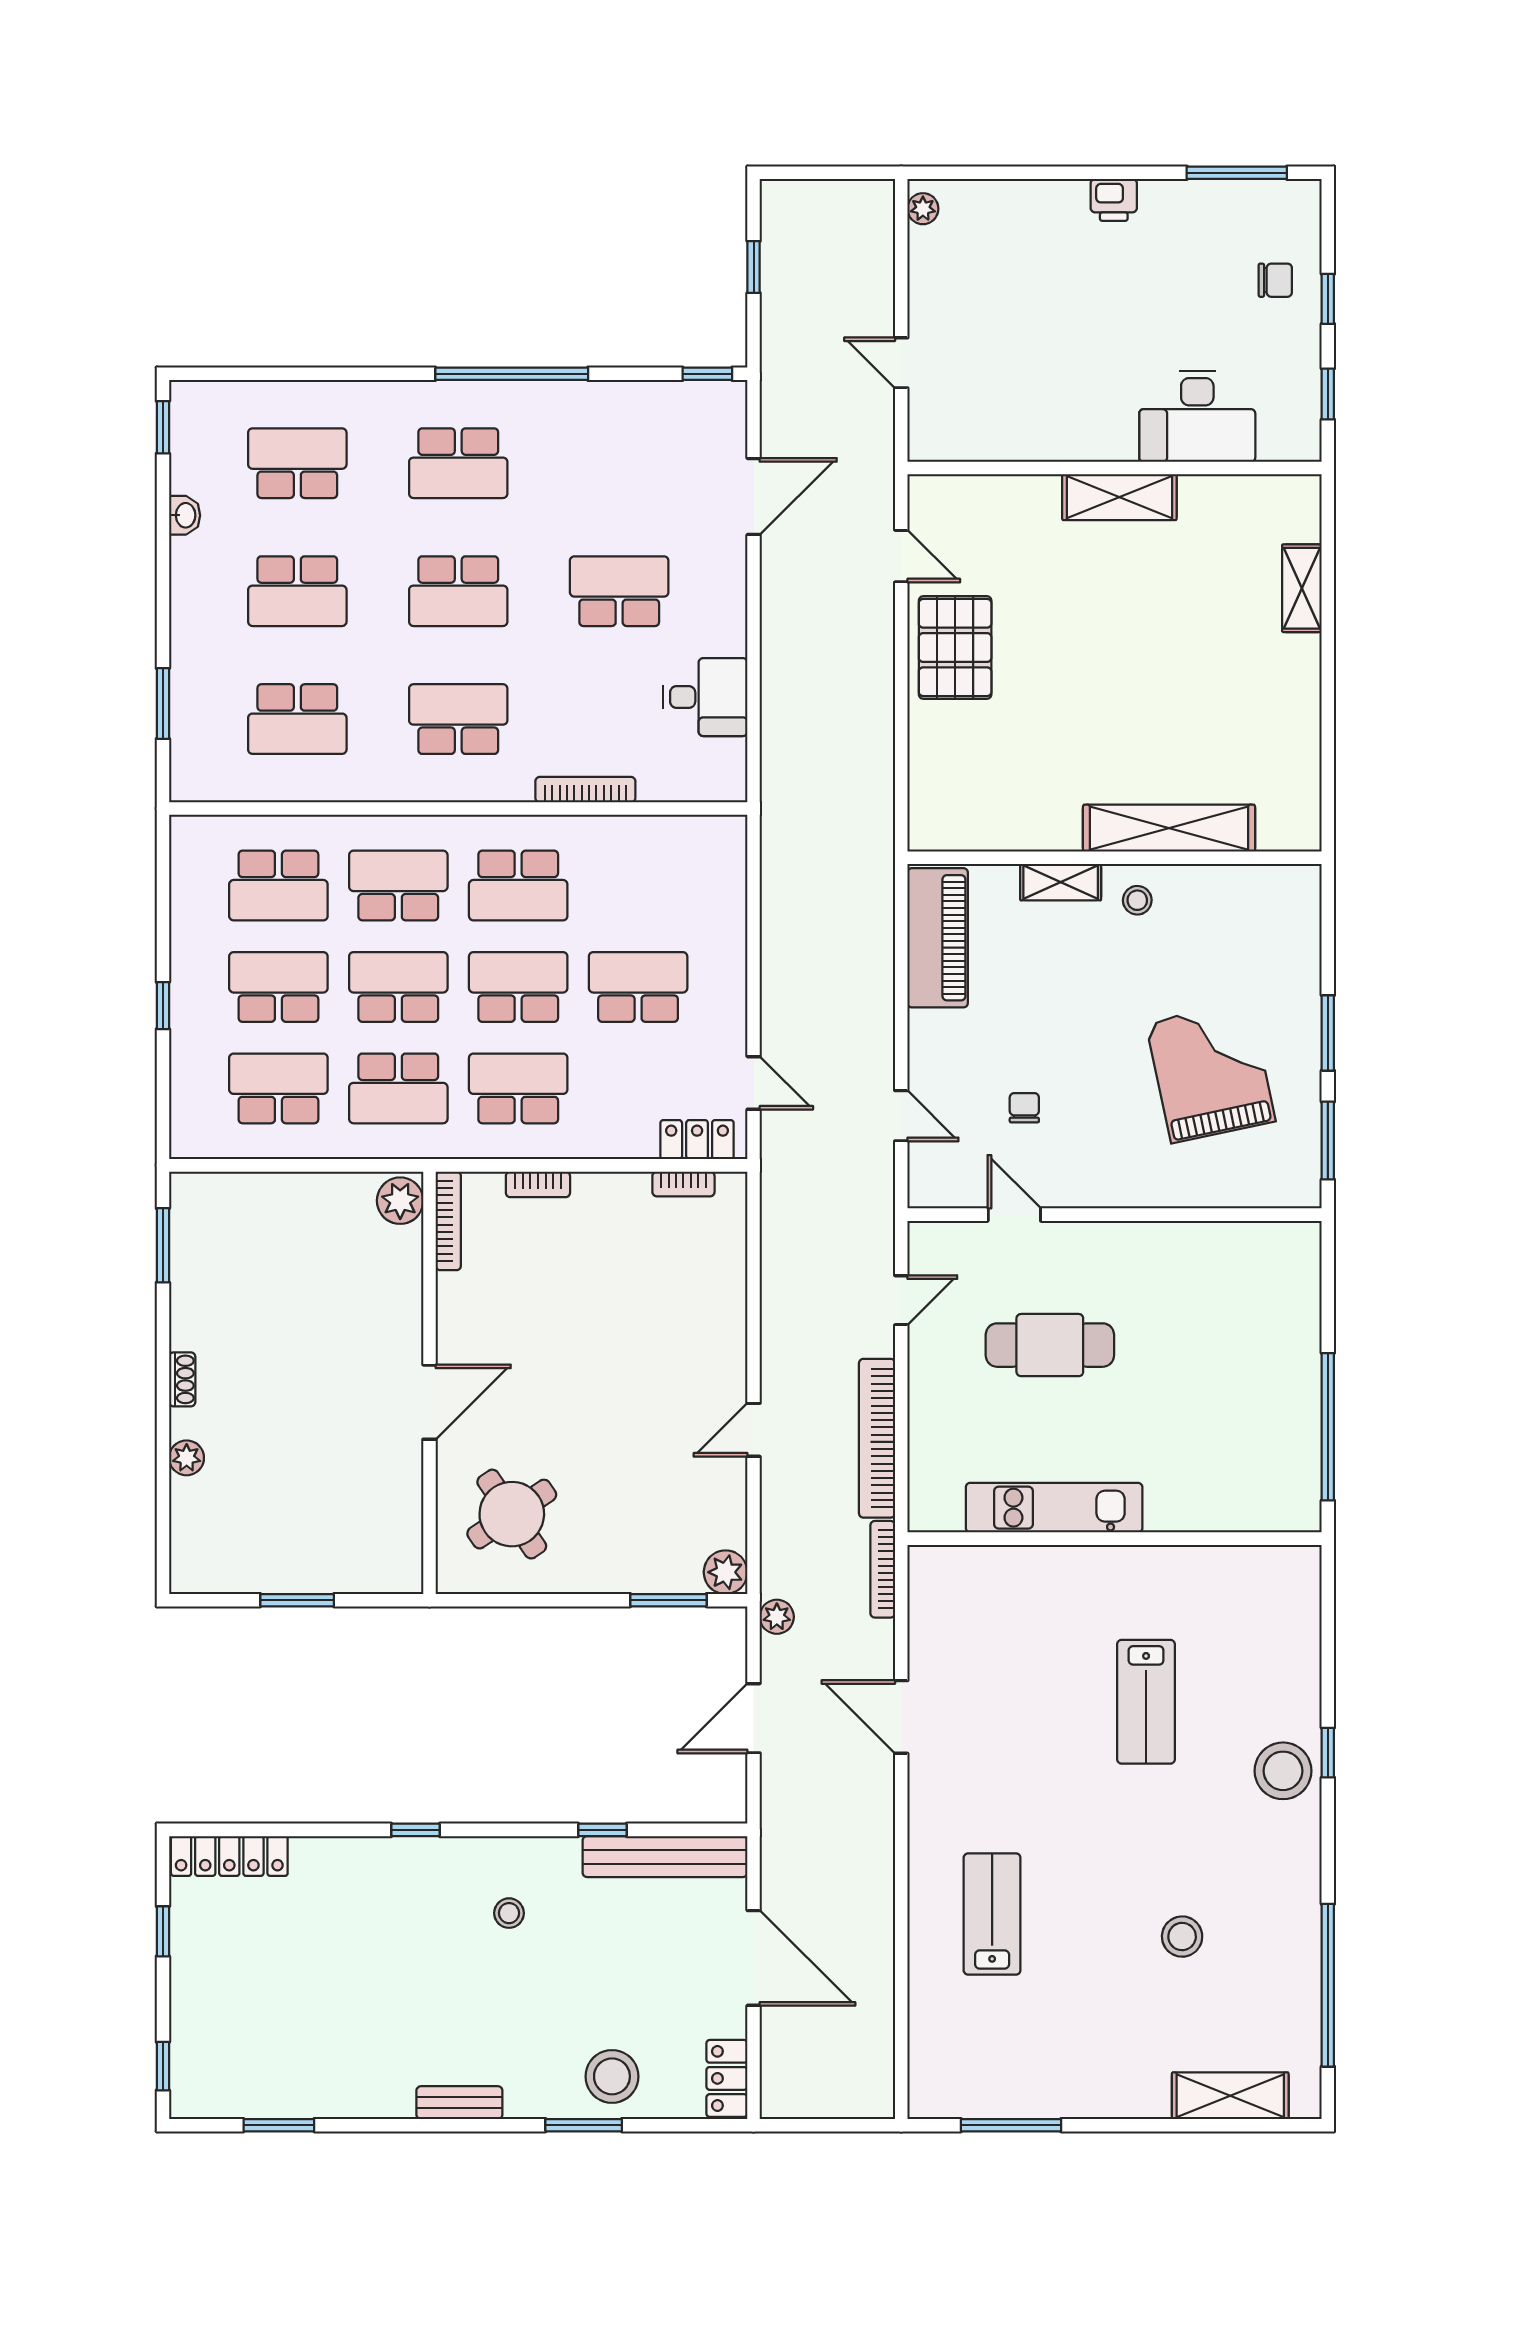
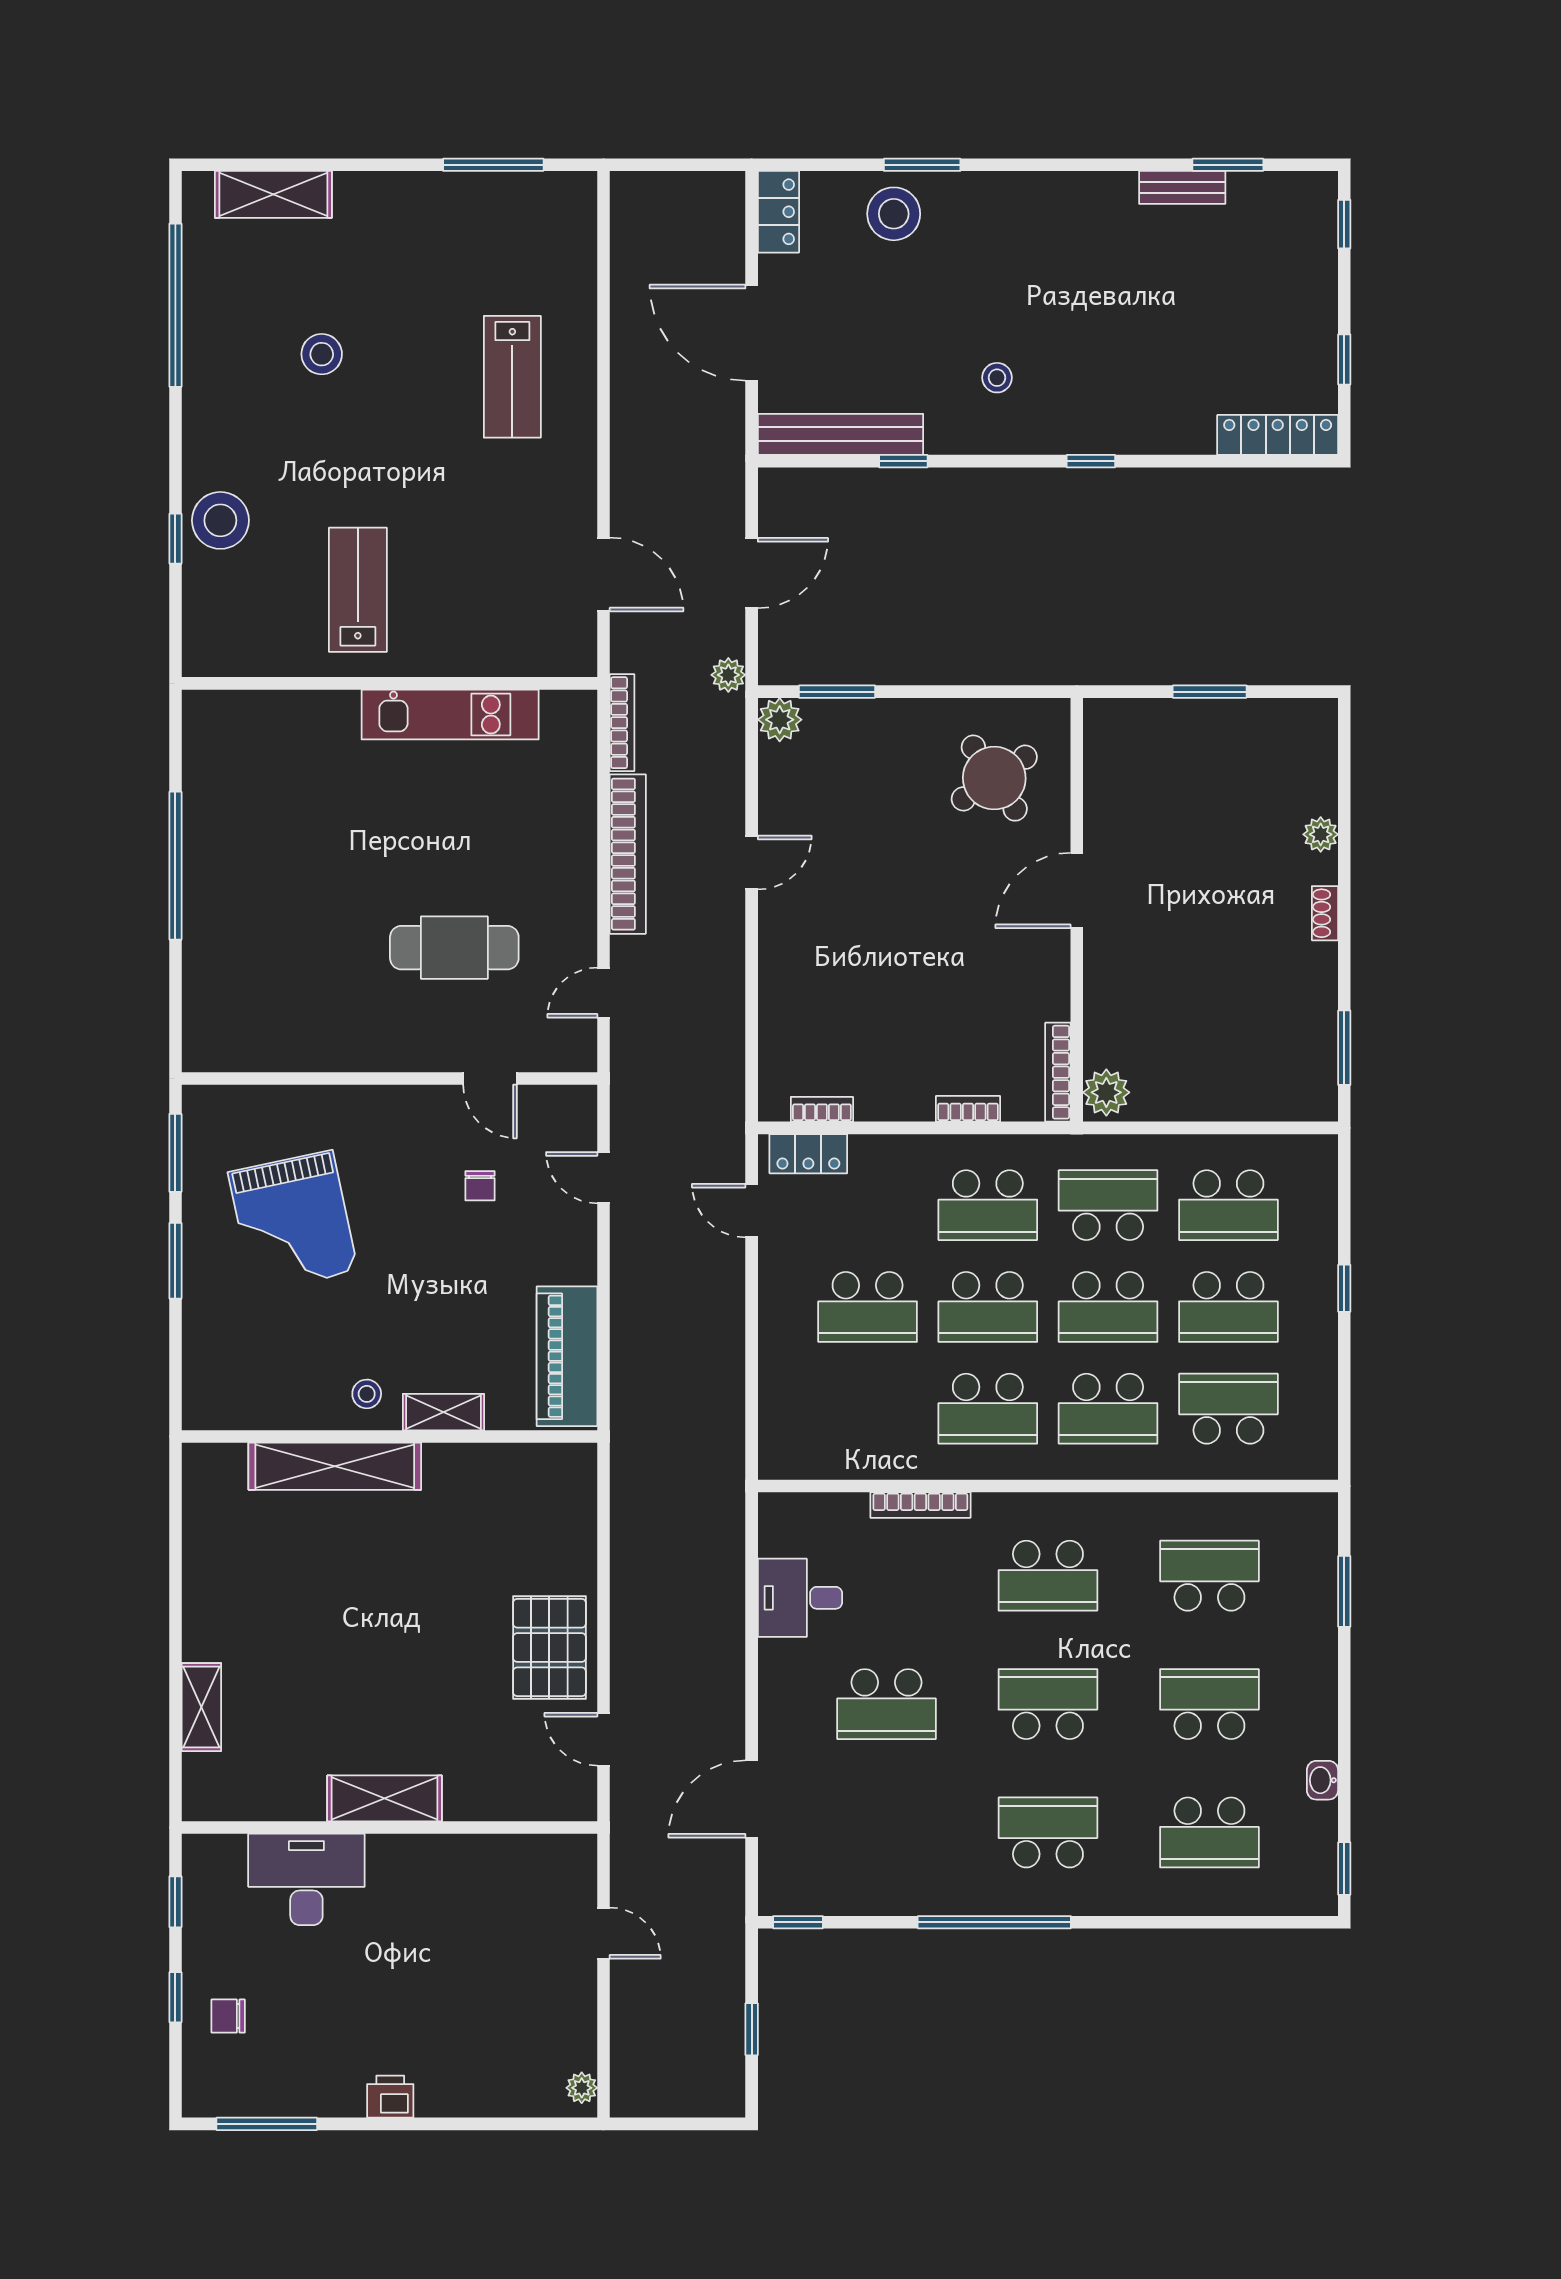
school desk: (518, 886) -> (988, 1409), turned 180
kitchen unit: (1054, 1508) -> (450, 715), moved
wall: (1115, 1539) -> (389, 683), moved
bench: (459, 2103) -> (1182, 187), moved

